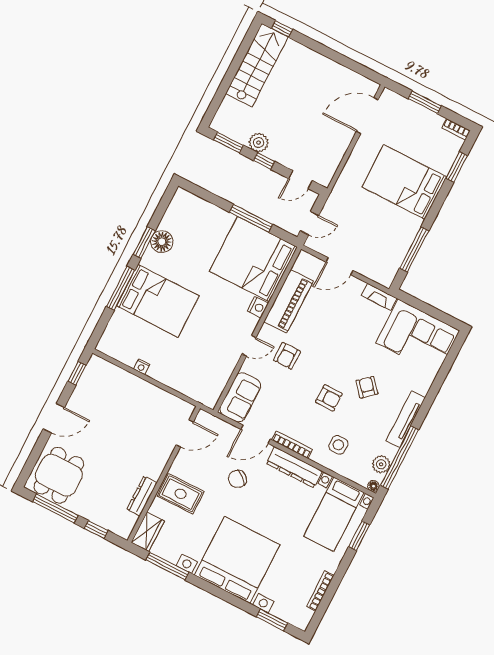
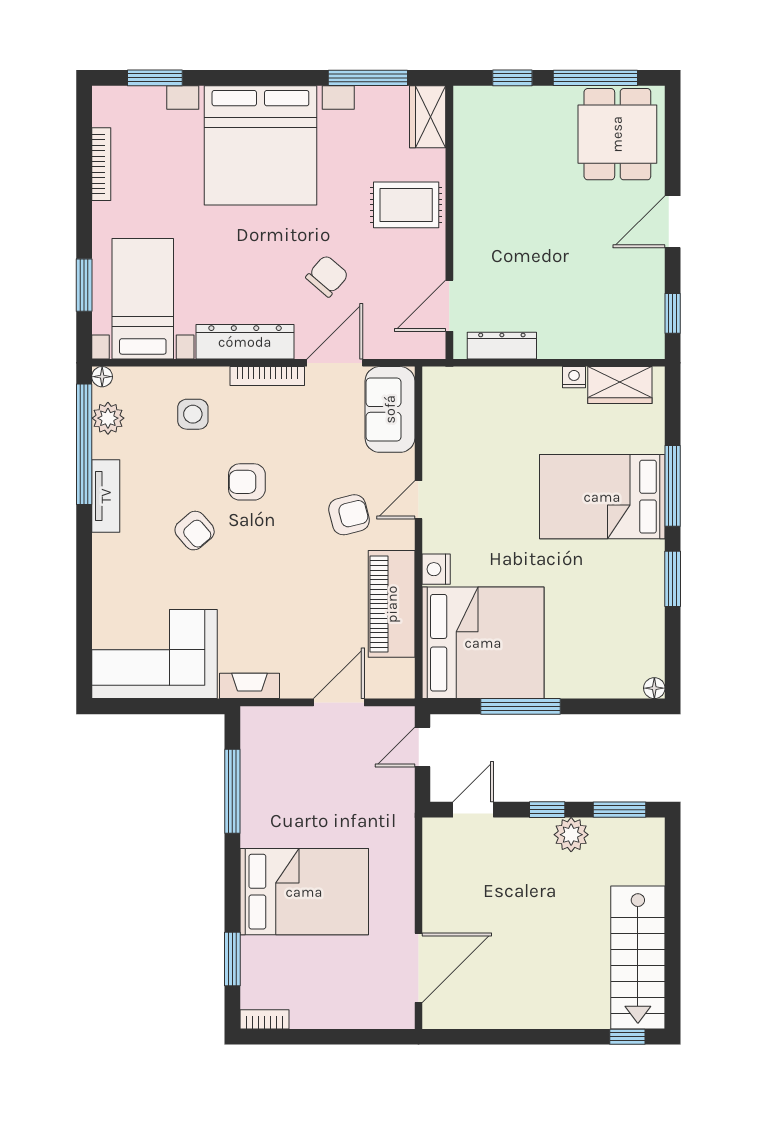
window: (425, 102) -> (337, 1037), removed
floor lamp: (162, 242) -> (654, 688), moved, width x0.53, depth x0.53
wardrobe: (121, 351) -> (620, 385), added
armchair: (287, 356) -> (349, 515), turned 76
tv unit: (406, 419) -> (106, 496), width x0.71
dresser: (142, 496) -> (502, 346), moved, turned -90

